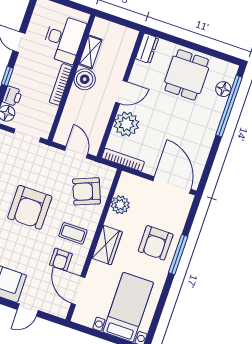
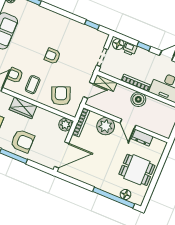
dresser: (147, 48) -> (142, 138), moved
shelving: (90, 52) -> (105, 83), moved
plant: (120, 205) -> (65, 125), moved
armchair: (30, 207) -> (52, 56), width x0.53, depth x0.53
armchair: (156, 243) -> (22, 141), turned 180

